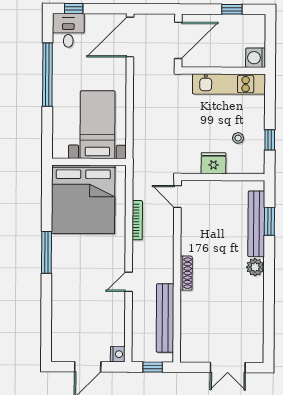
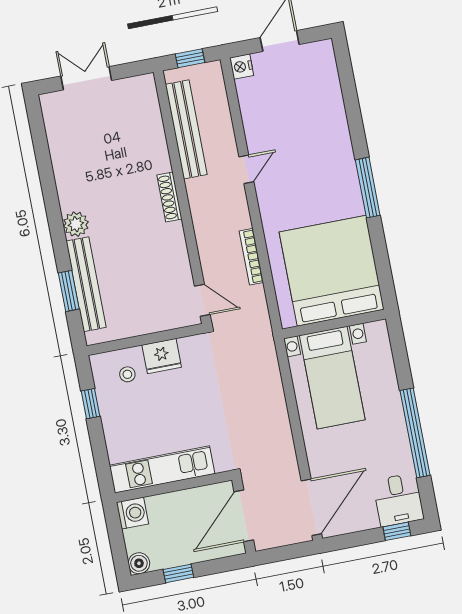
boiler: (258, 22) -> (139, 563), added
stool: (238, 138) -> (127, 374), moved

